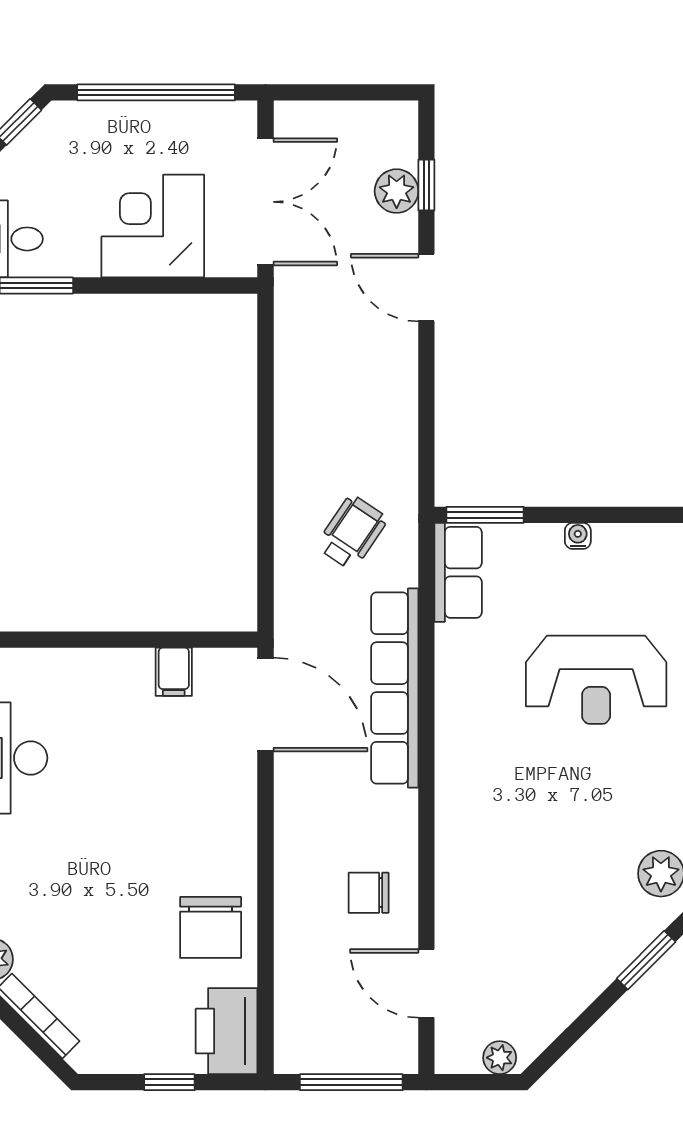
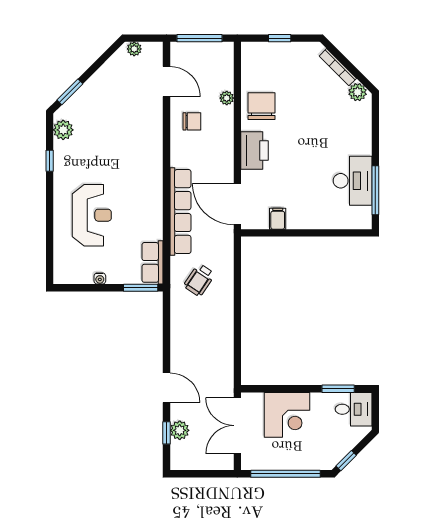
reception desk: (596, 680) -> (92, 215), turned 90
plant: (290, 946) -> (227, 98), added
printer: (227, 1031) -> (254, 151), moved

